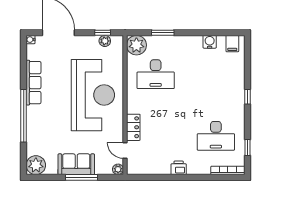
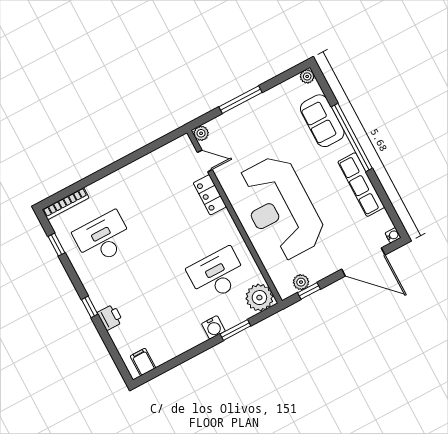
water cooler: (210, 42) -> (213, 327), moved
sofa: (76, 164) -> (322, 121), moved, turned 90
plant: (36, 165) -> (307, 76), width x0.53, depth x0.53
printer: (179, 168) -> (110, 317), moved, turned -90

